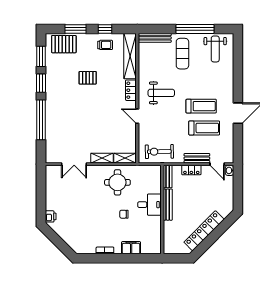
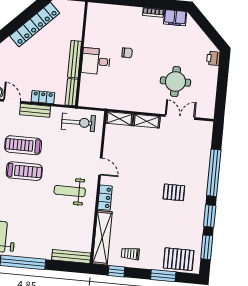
window: (105, 29) -> (116, 271), moved
exercise mat: (182, 54) -> (40, 235), removed
pallet: (88, 78) -> (174, 192), moved
treadmill: (201, 106) -> (24, 171), turned 180
round table: (117, 182) -> (175, 82), moved
filing cabinet: (131, 248) -> (175, 18), moved

